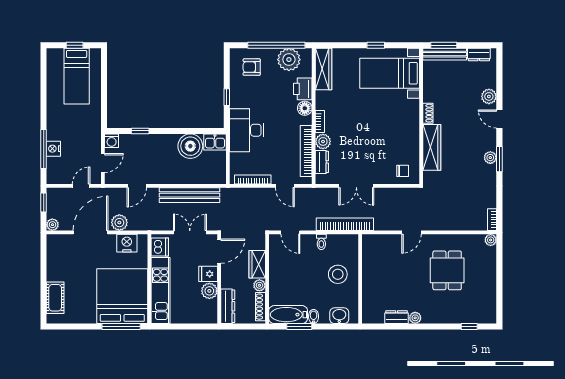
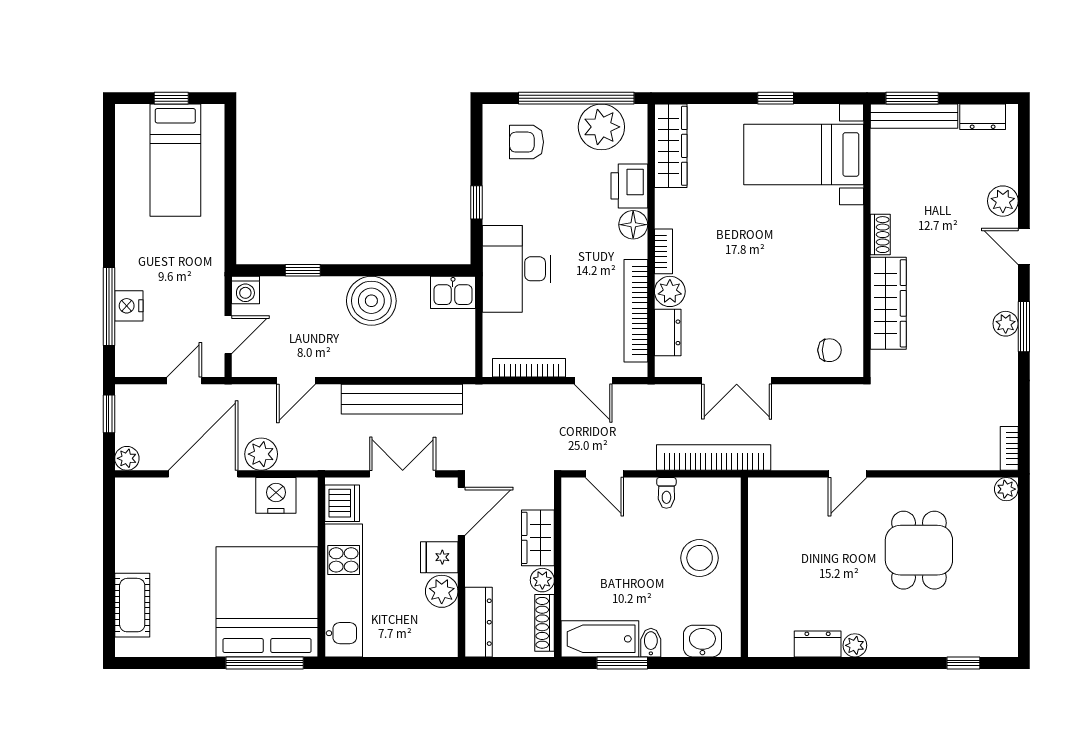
boiler: (190, 146) -> (371, 301), moved

